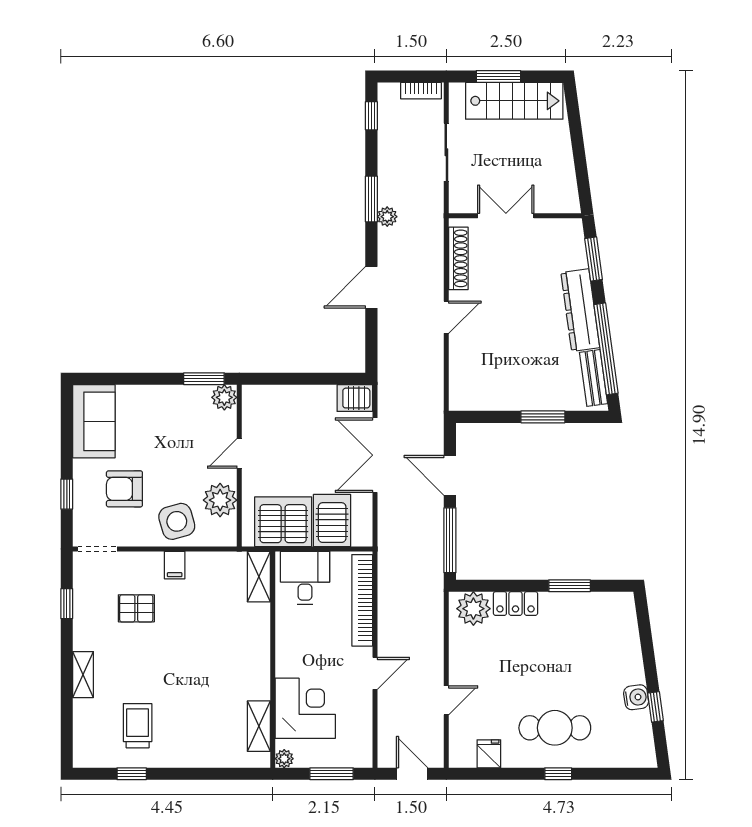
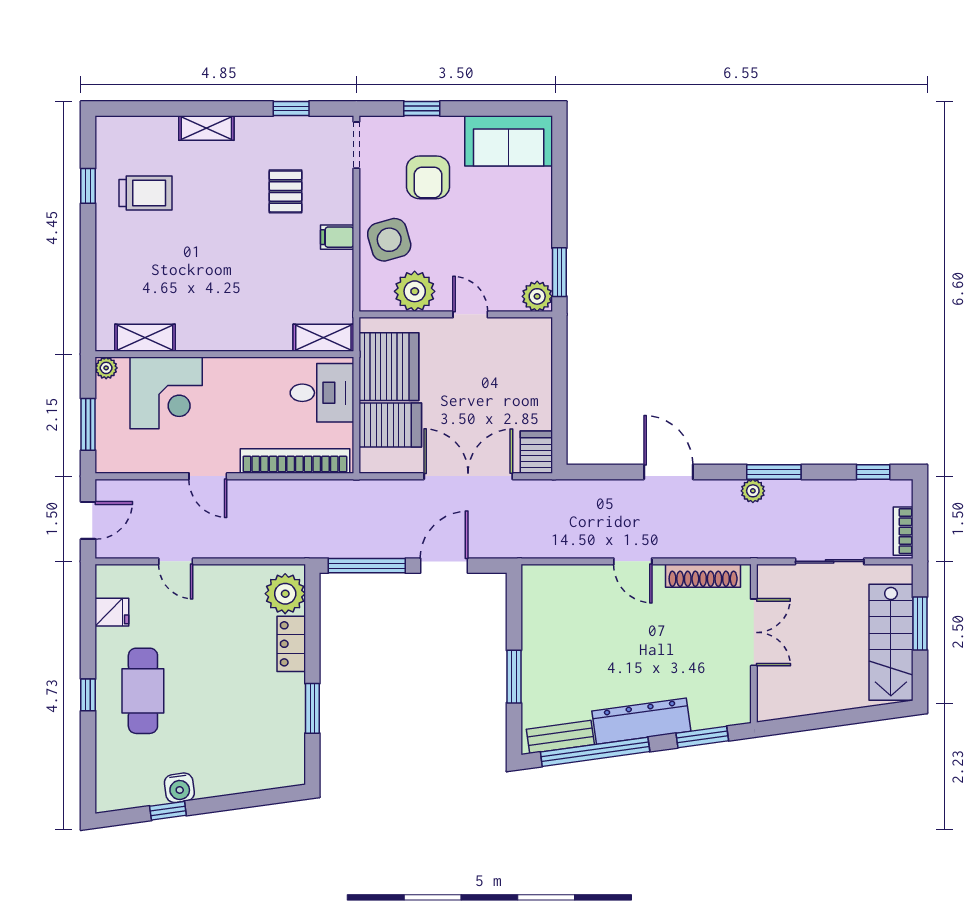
armchair: (124, 489) -> (428, 177), turned 180

